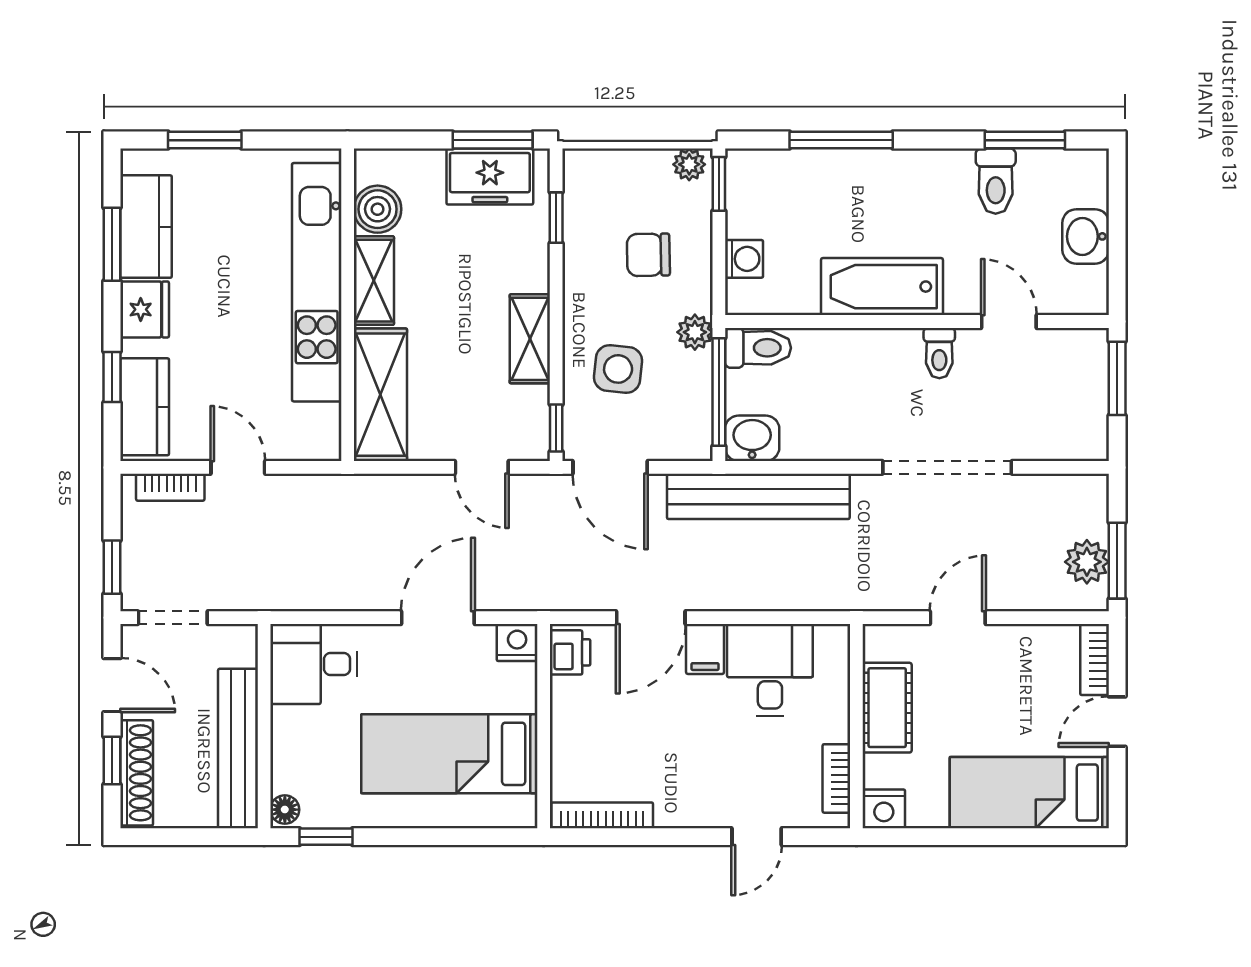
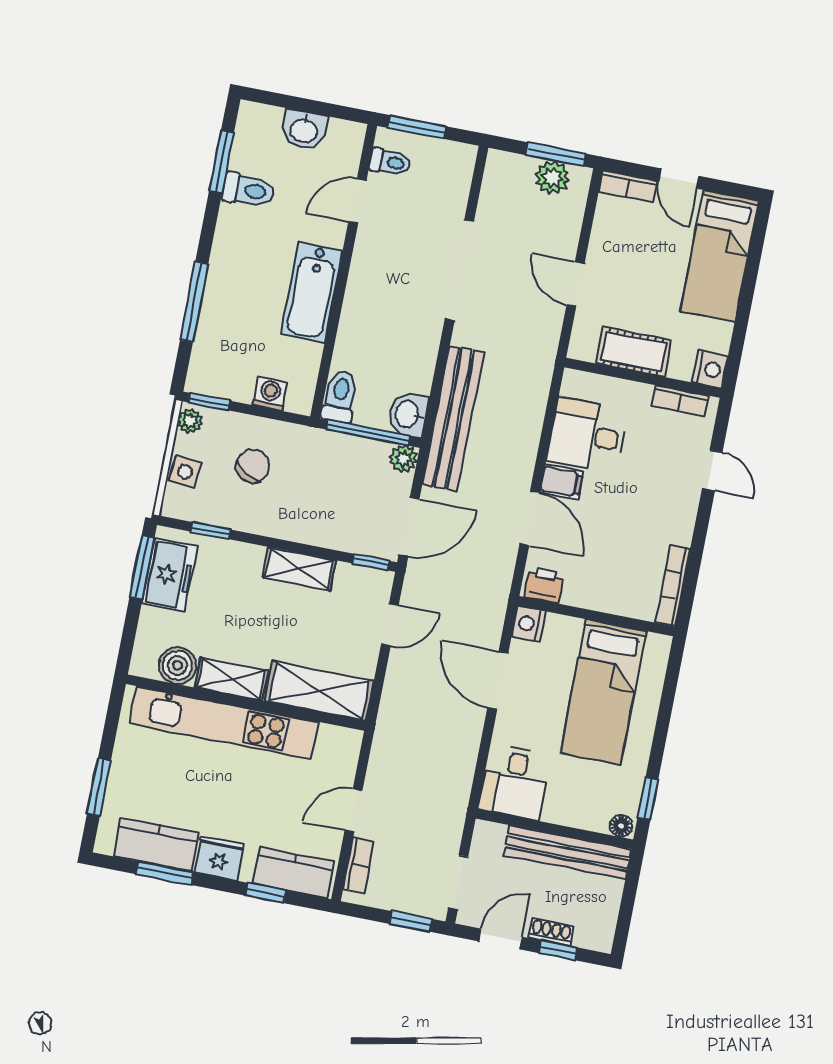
chair: (648, 255) -> (253, 466), turned -148
plant: (695, 332) -> (404, 459), moved
toilet: (939, 353) -> (390, 162), moved
side table: (618, 369) -> (185, 472), moved, width x0.73, depth x0.73
shoe rack: (137, 773) -> (551, 932), width x0.51, depth x0.81

